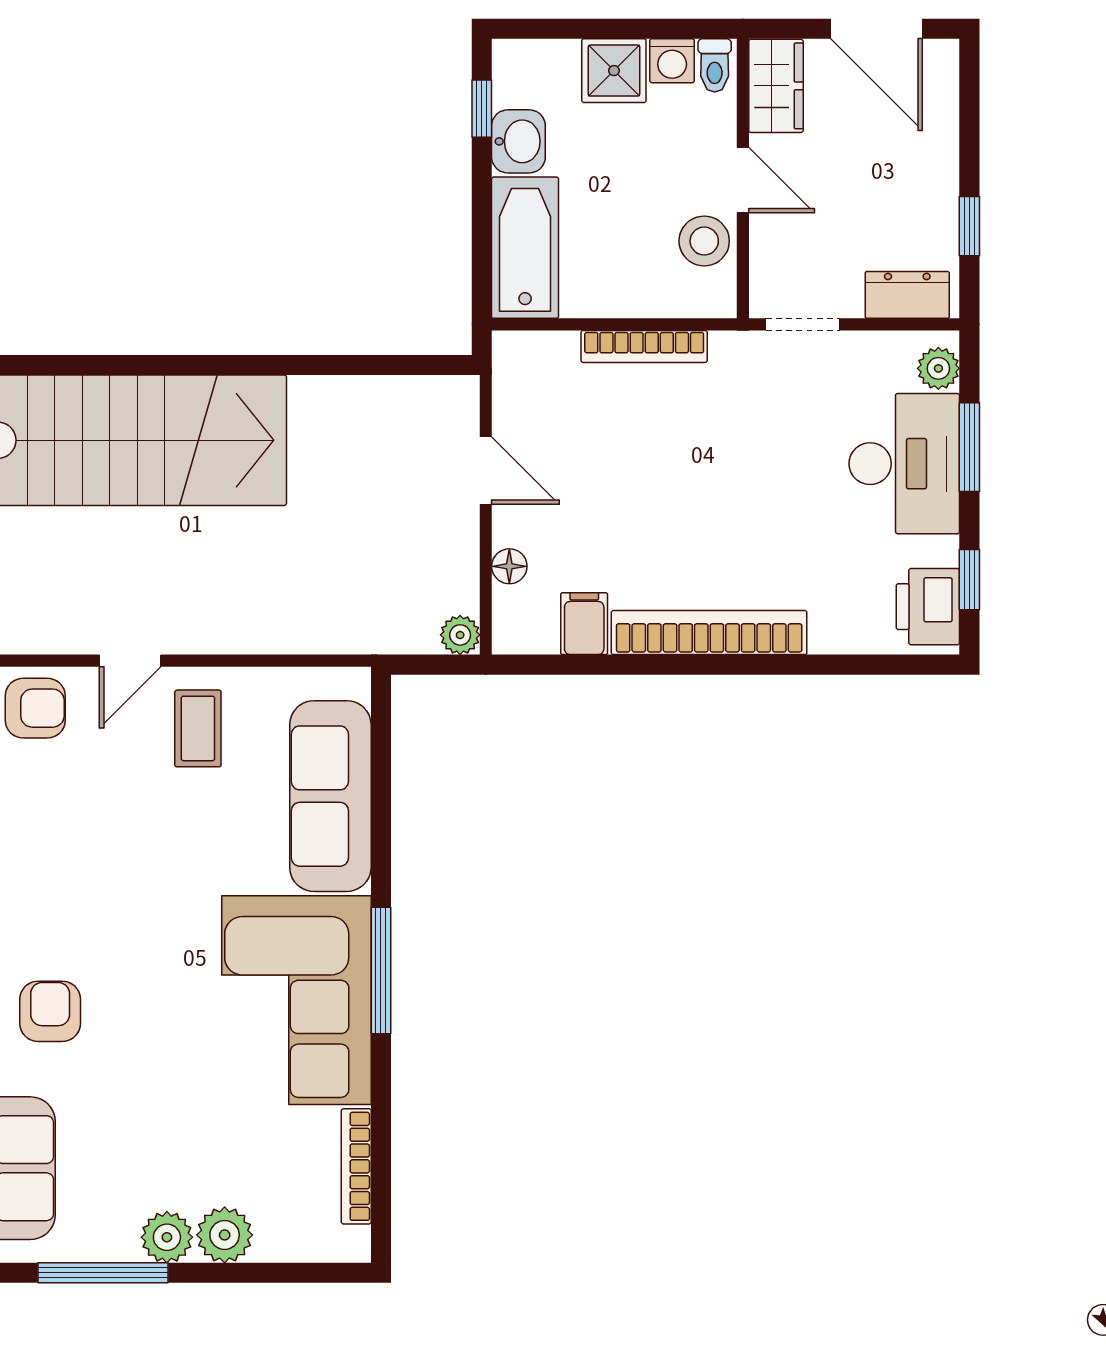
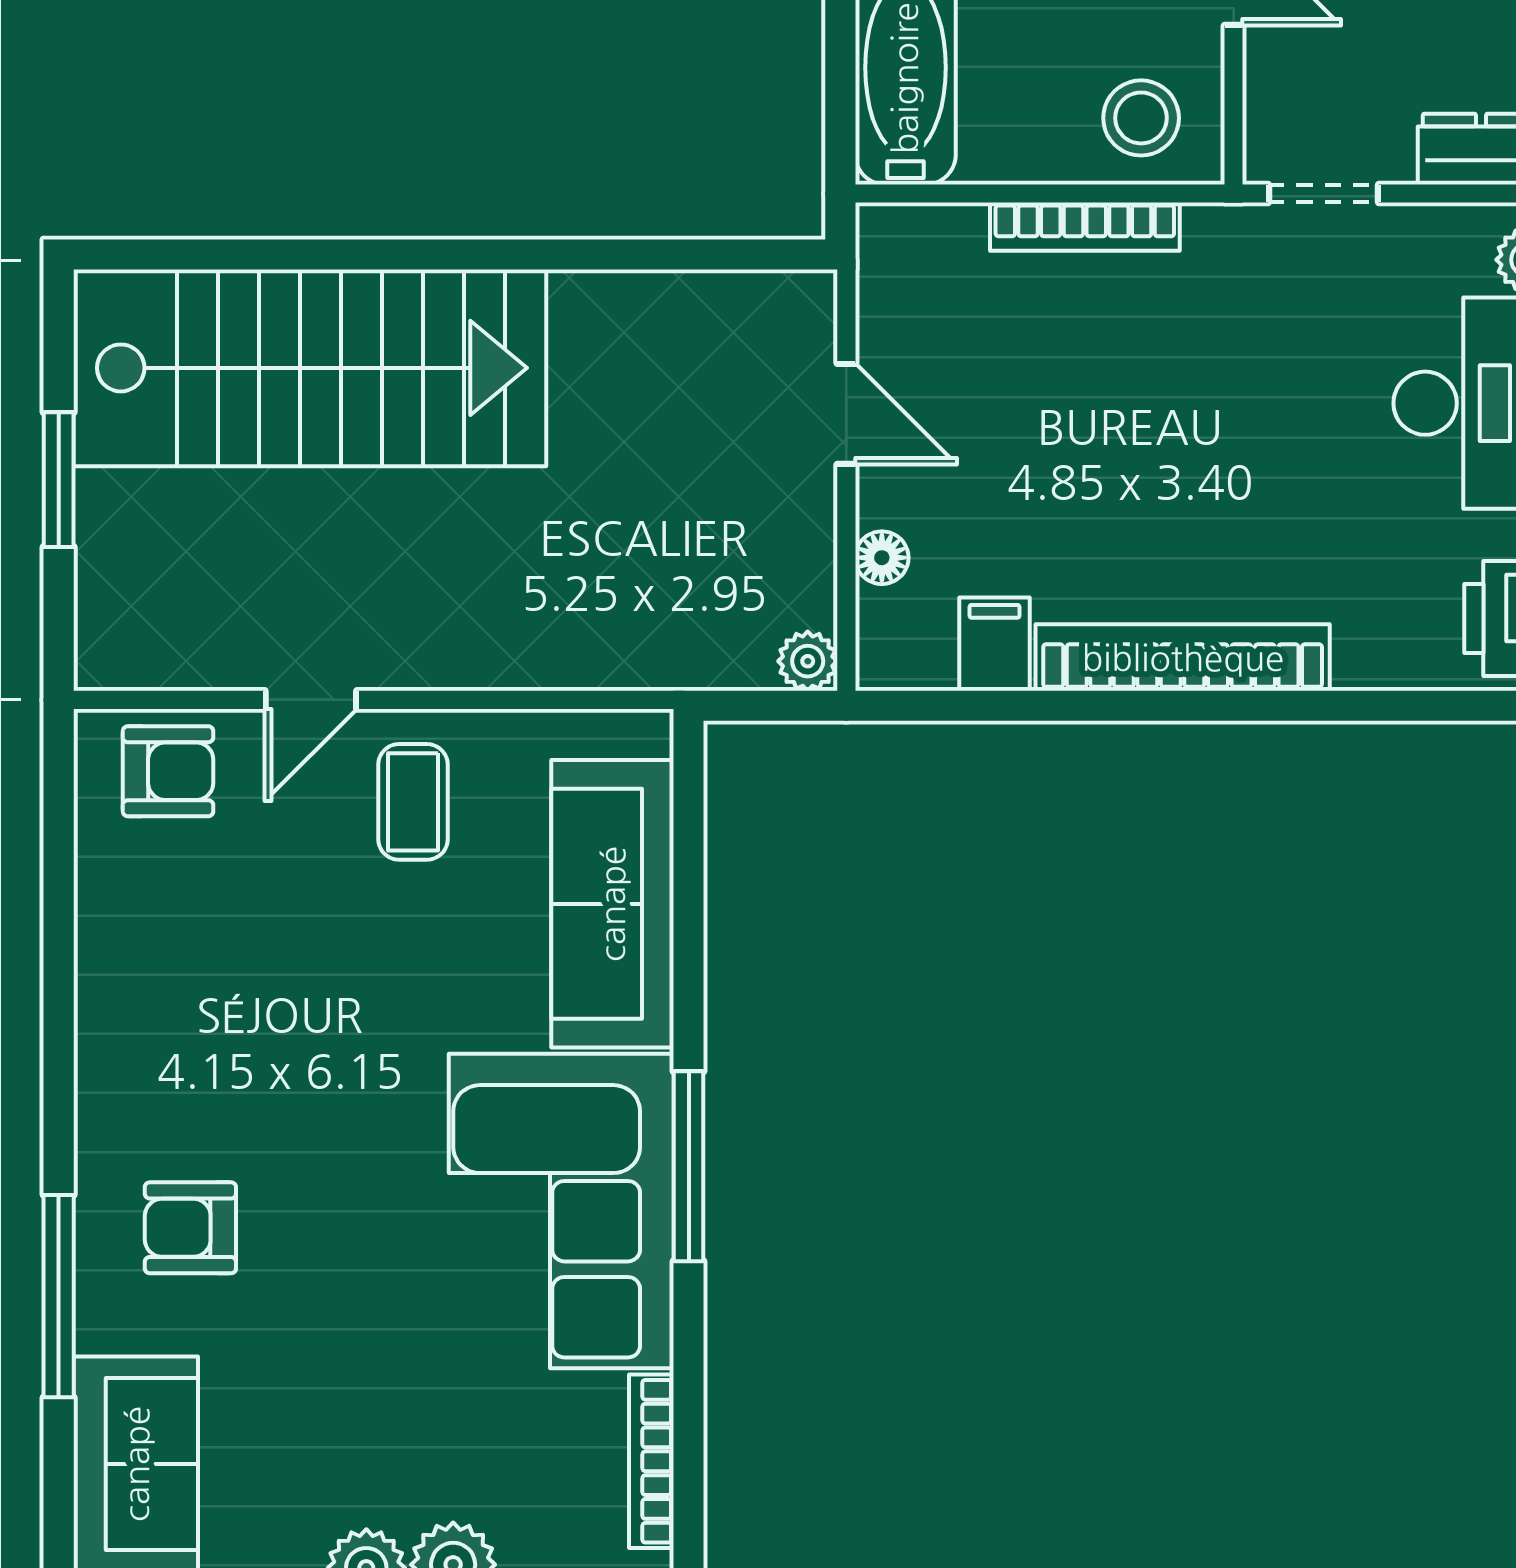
stool: (704, 241) -> (1141, 118), moved
armchair: (50, 1011) -> (190, 1228), turned -90

